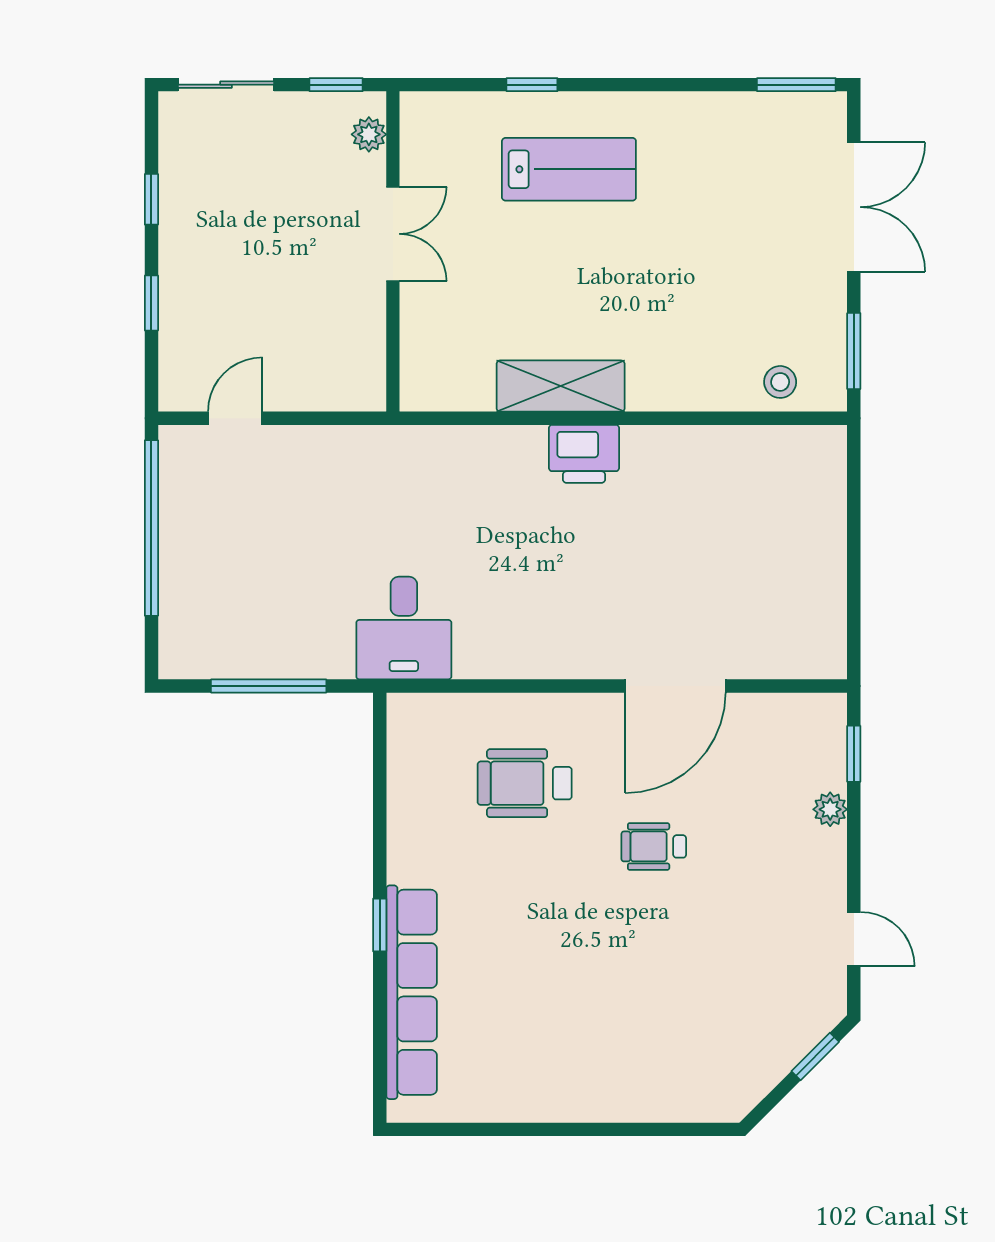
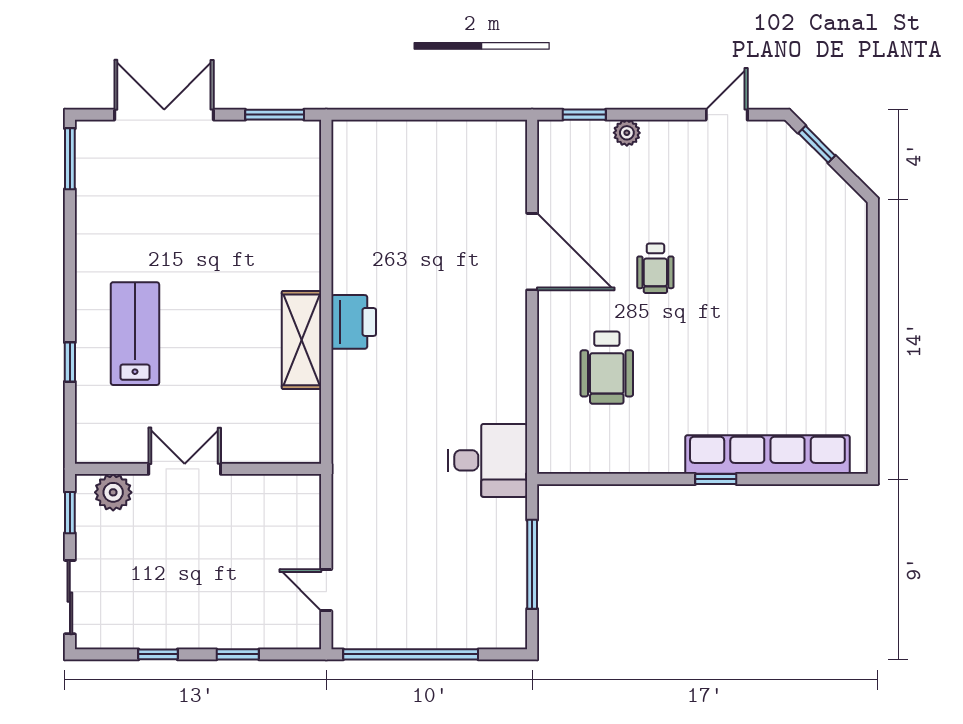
plant: (369, 134) -> (113, 492), width x1.38, depth x1.38
stool: (780, 382) -> (298, 171), removed

